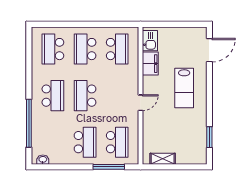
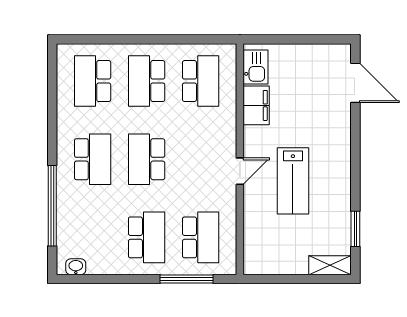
door: (209, 50) -> (355, 83), hinge flipped
lab bench: (184, 88) -> (293, 181), moved
shelving: (163, 159) -> (330, 265), moved

